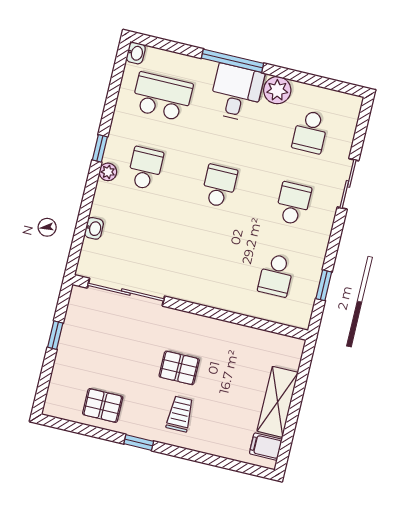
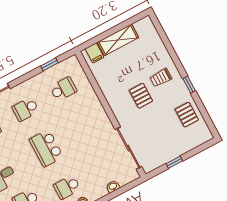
school desk: (219, 186) -> (46, 148), width x1.85
filing cabinet: (266, 447) -> (95, 53), moved

